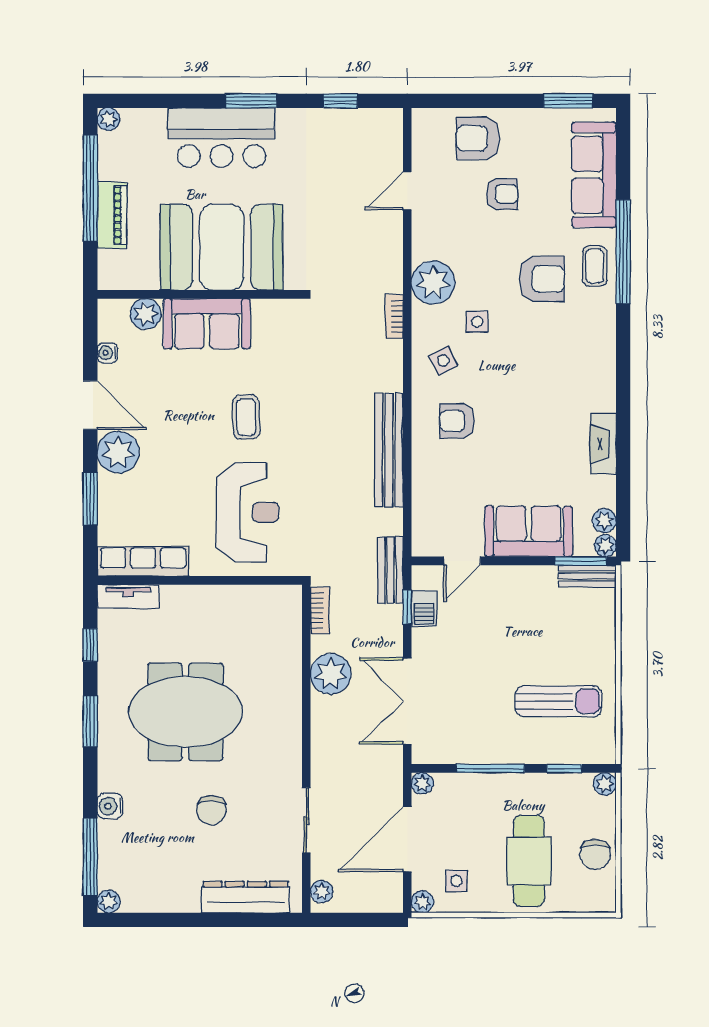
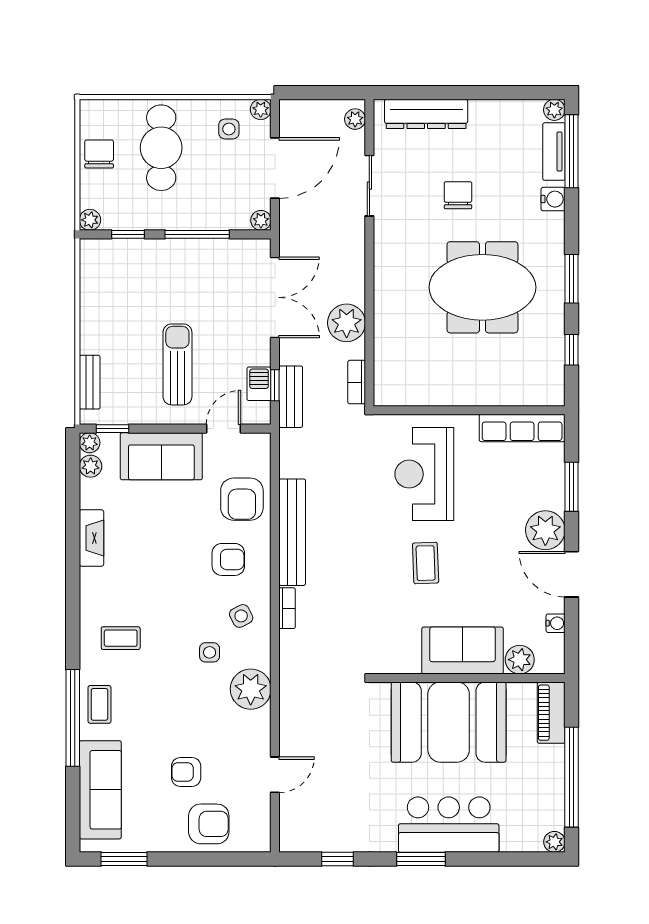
piano: (112, 215) -> (551, 713), moved
armchair: (542, 279) -> (242, 499), moved, turned -90
bookcase: (394, 316) -> (287, 608), moved
coffee table: (572, 337) -> (121, 638), added
window: (581, 561) -> (112, 429), width x0.67
bench: (390, 570) -> (291, 397), moved
bench: (587, 576) -> (90, 382), moved, turned 90
tv unit: (128, 596) -> (554, 152), moved, turned -90
sun lounger: (559, 701) -> (177, 364), moved, turned 90

